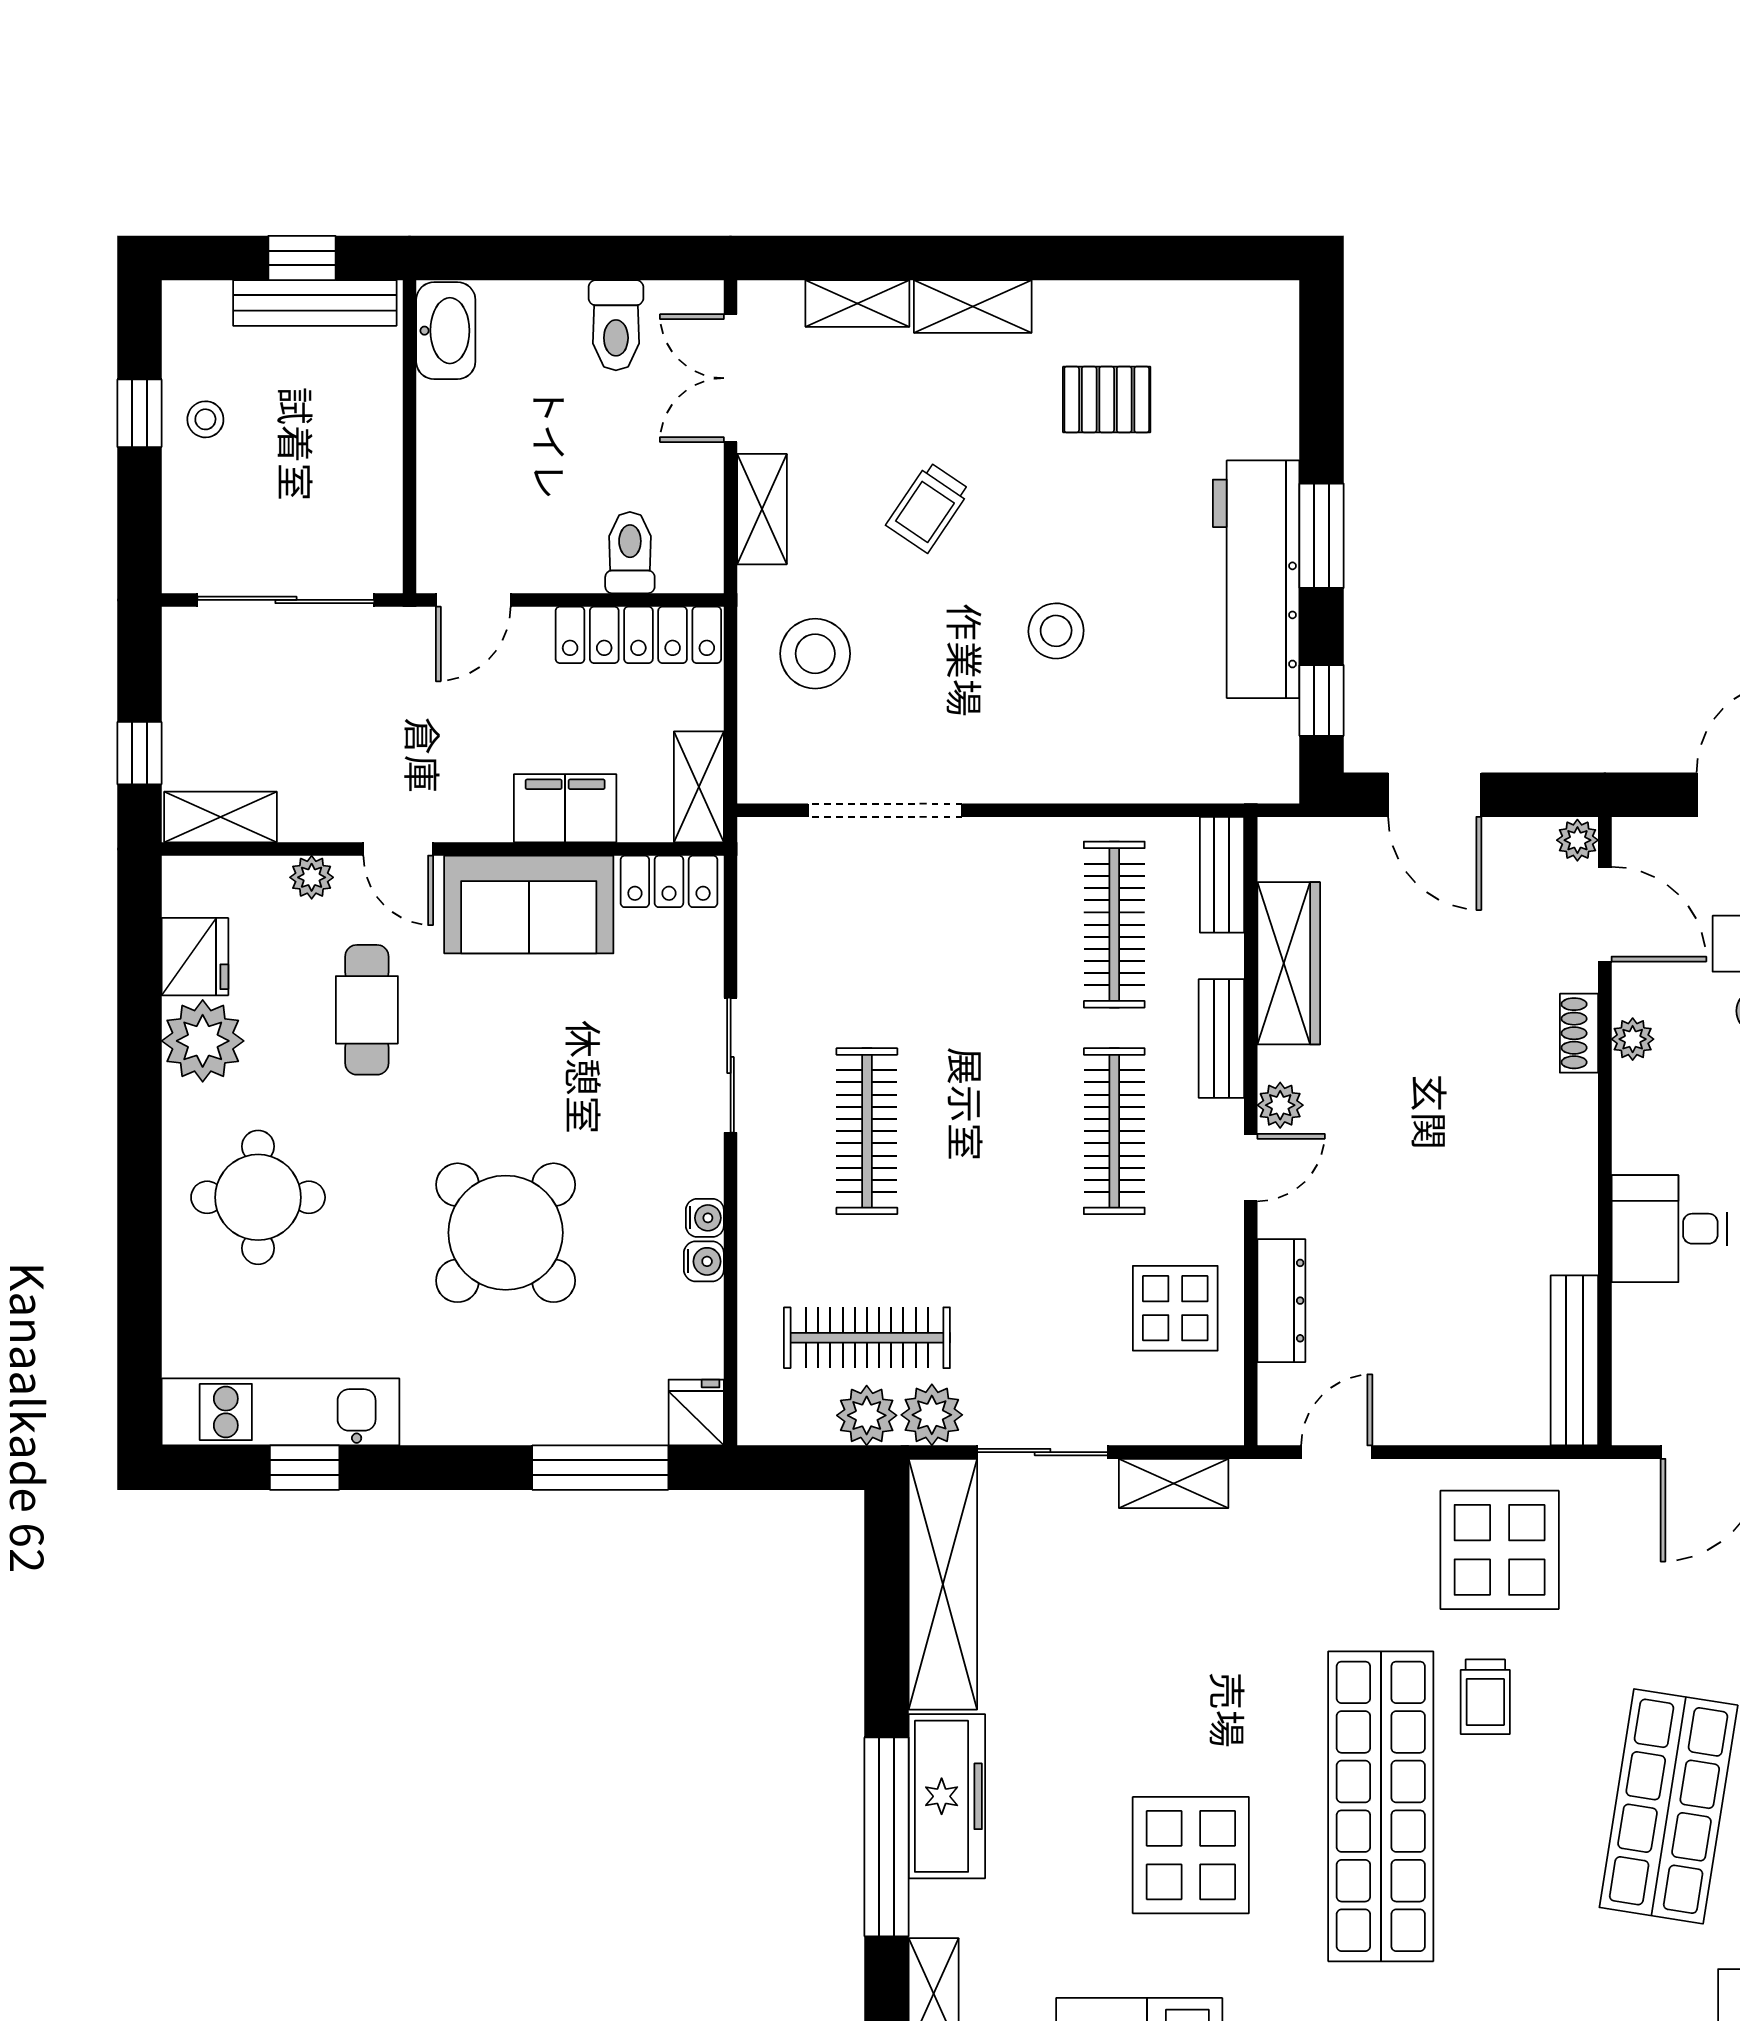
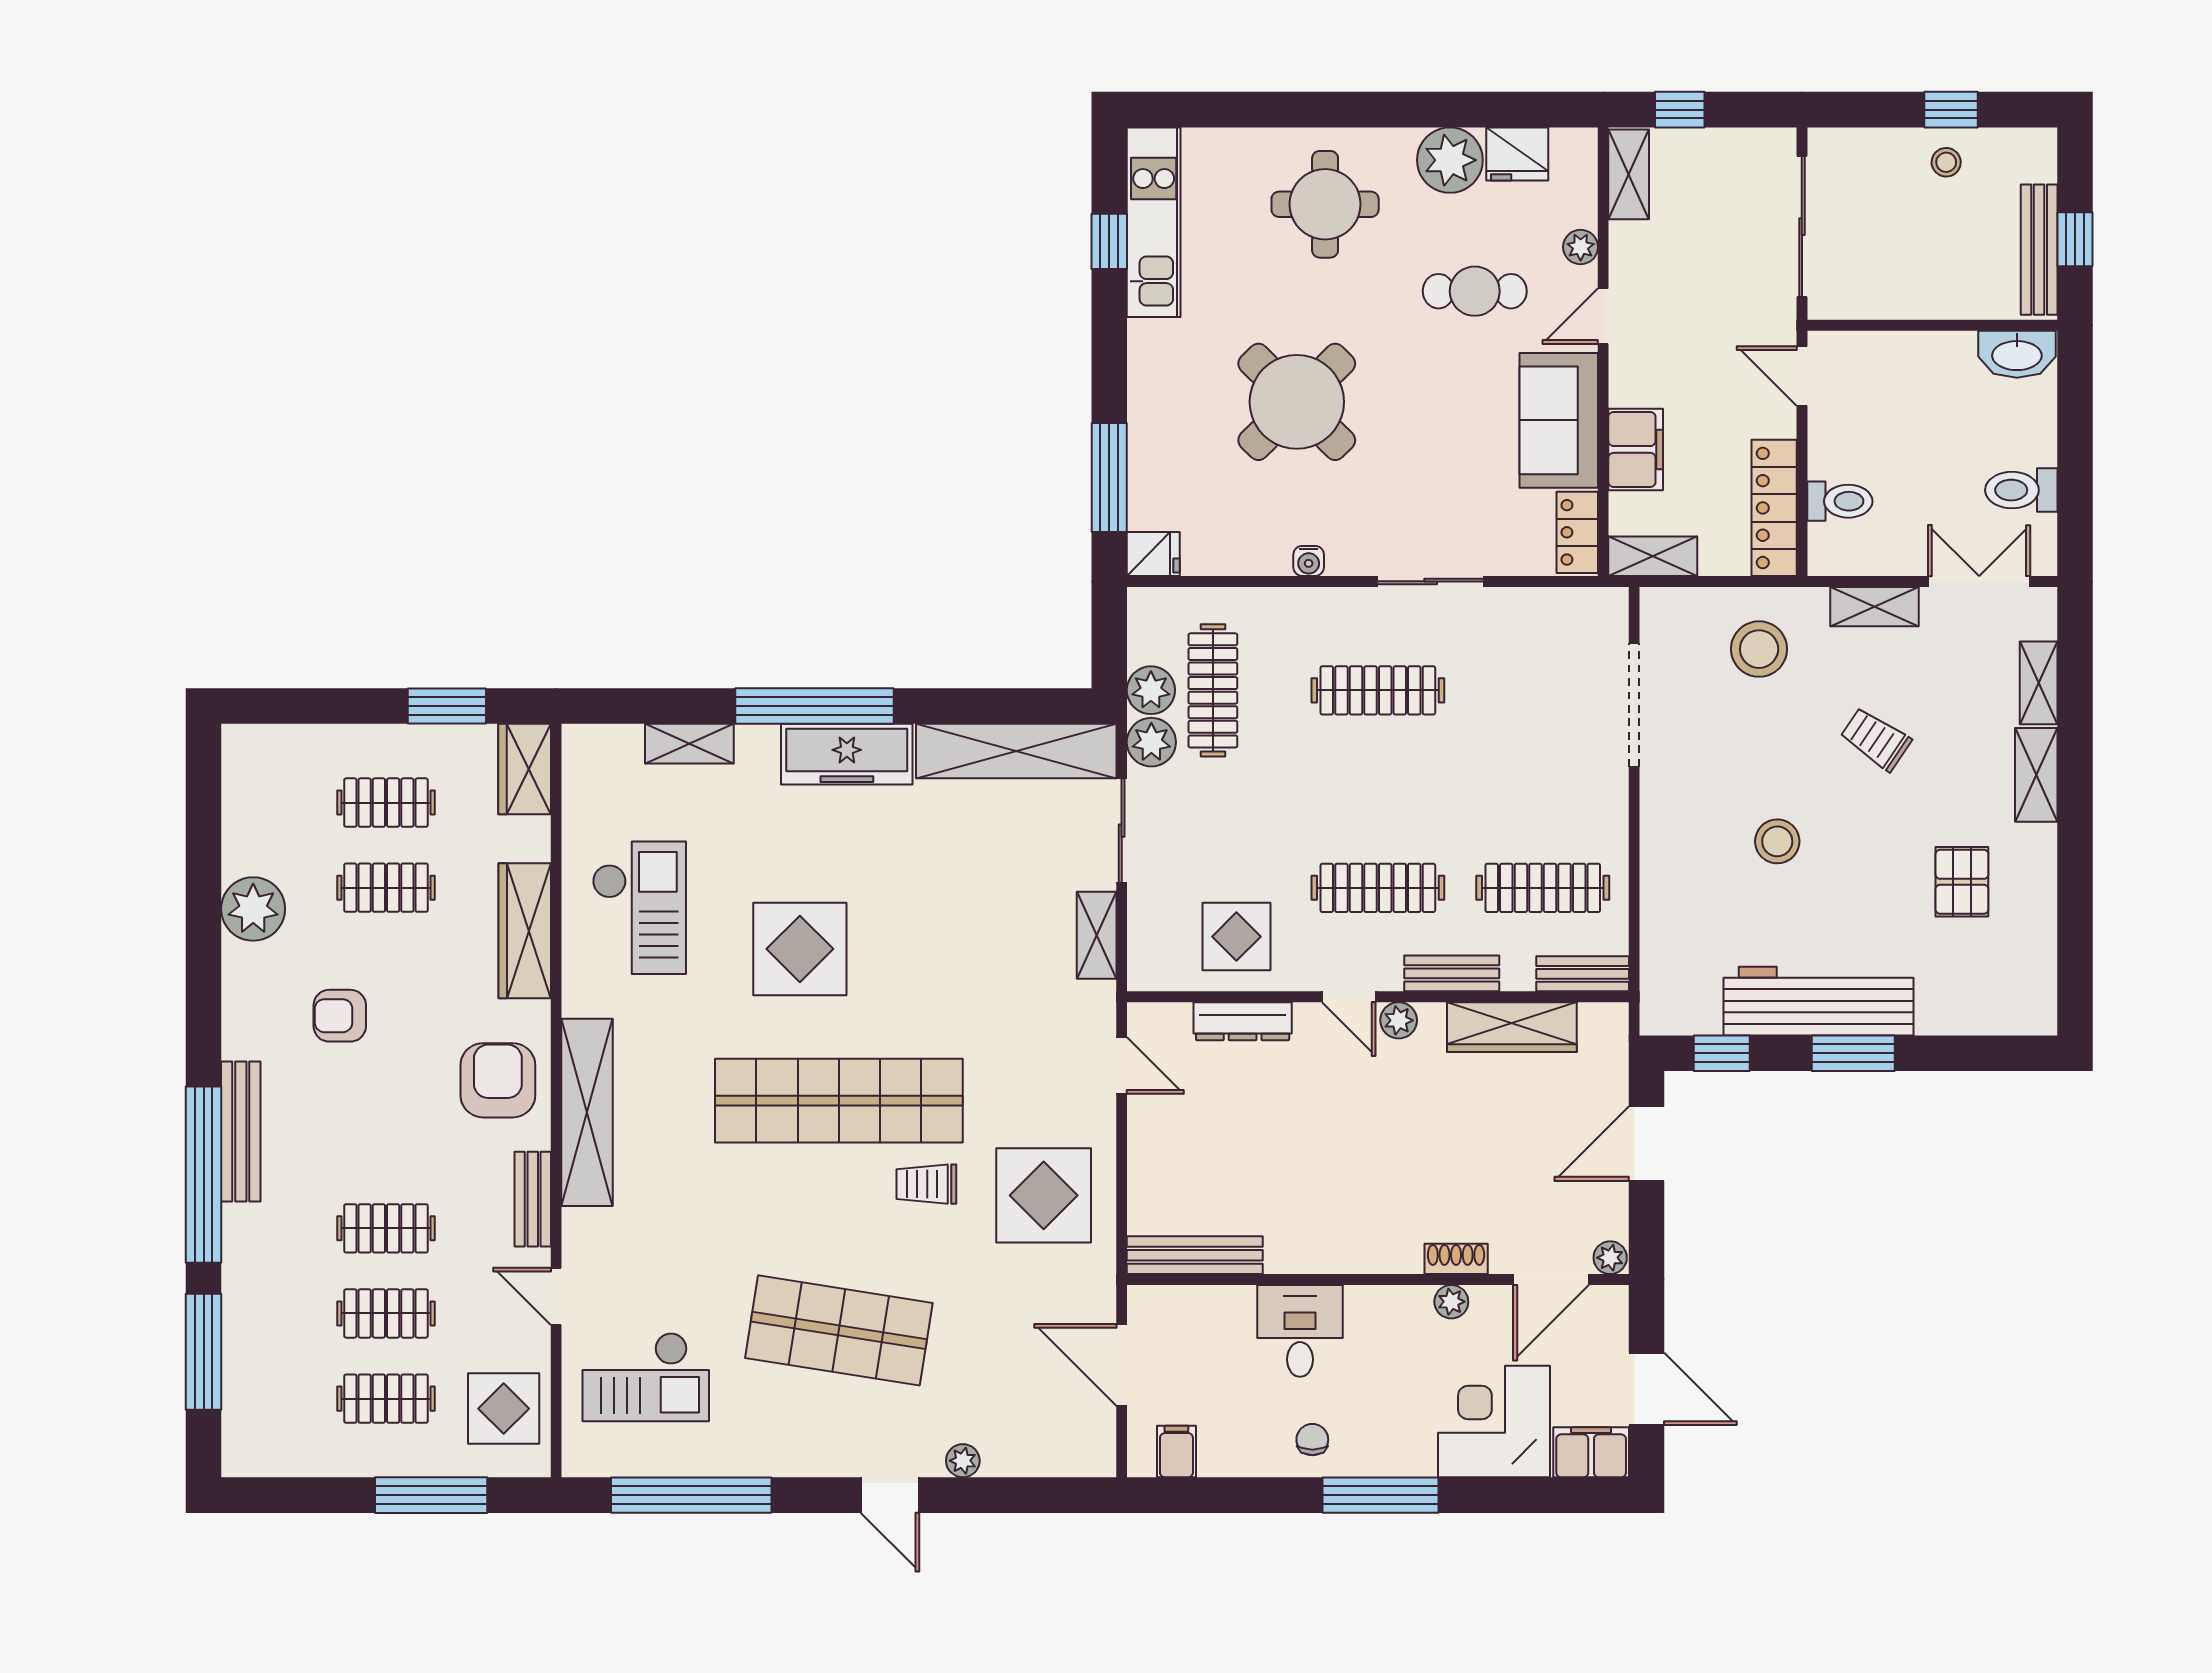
water cooler: (704, 1261) -> (1274, 560), removed

